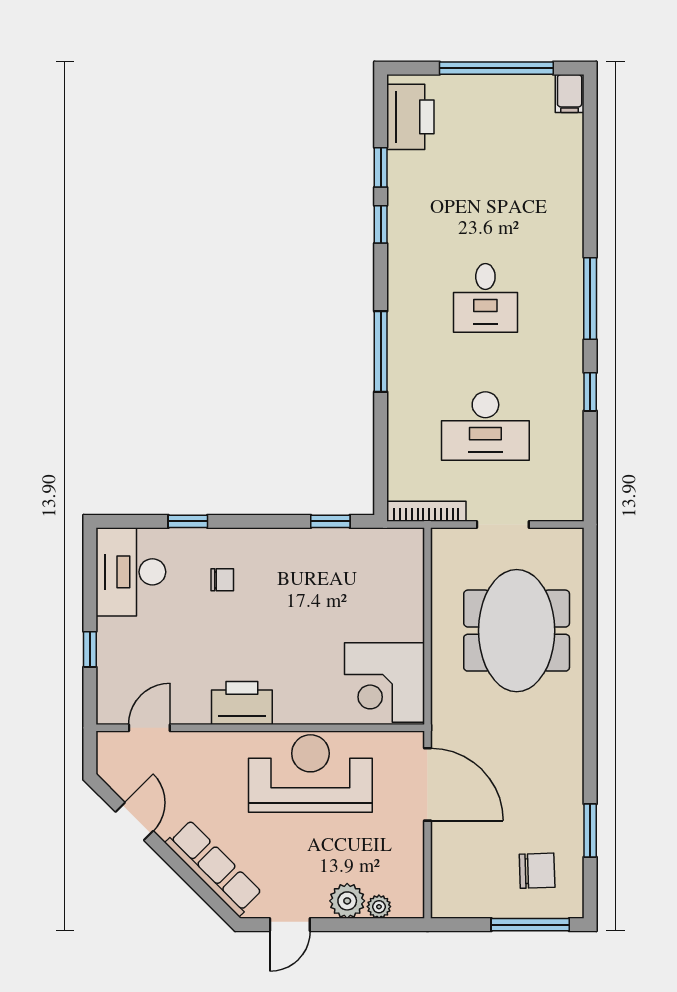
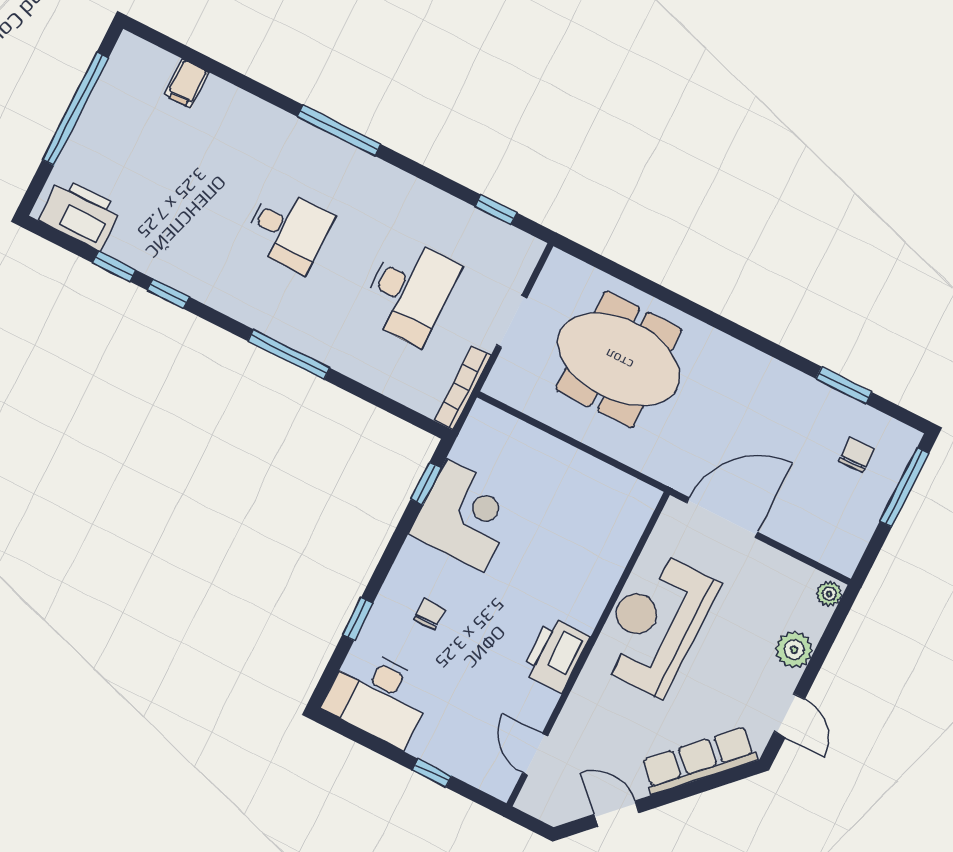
filing cabinet: (570, 93) -> (187, 84), moved, turned 90
window: (590, 392) -> (496, 210), moved
corner desk: (384, 683) -> (465, 515), moved, turned -90
chair: (537, 871) -> (856, 455), width x0.73, depth x0.73
plant: (379, 907) -> (829, 594), moved

